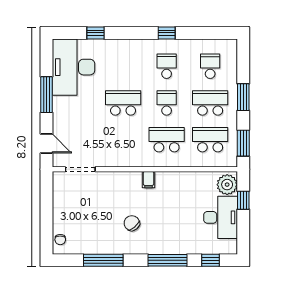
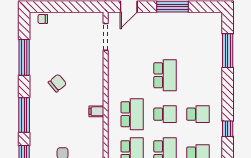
window: (96, 33) -> (228, 51), width x2.17
window: (167, 33) -> (228, 129), moved
desk: (73, 67) -> (197, 31), removed
filing cabinet: (149, 180) -> (96, 111), moved

